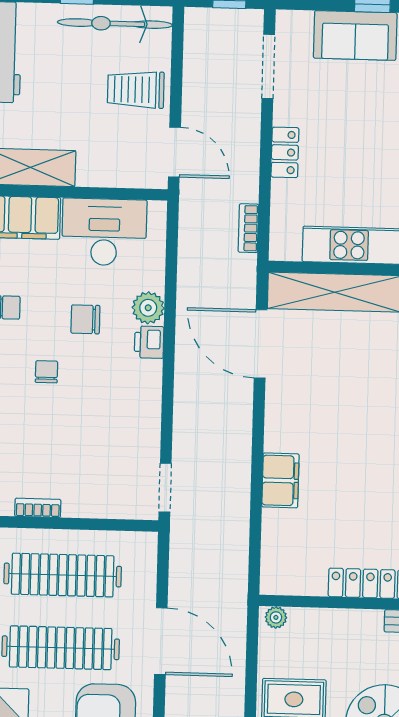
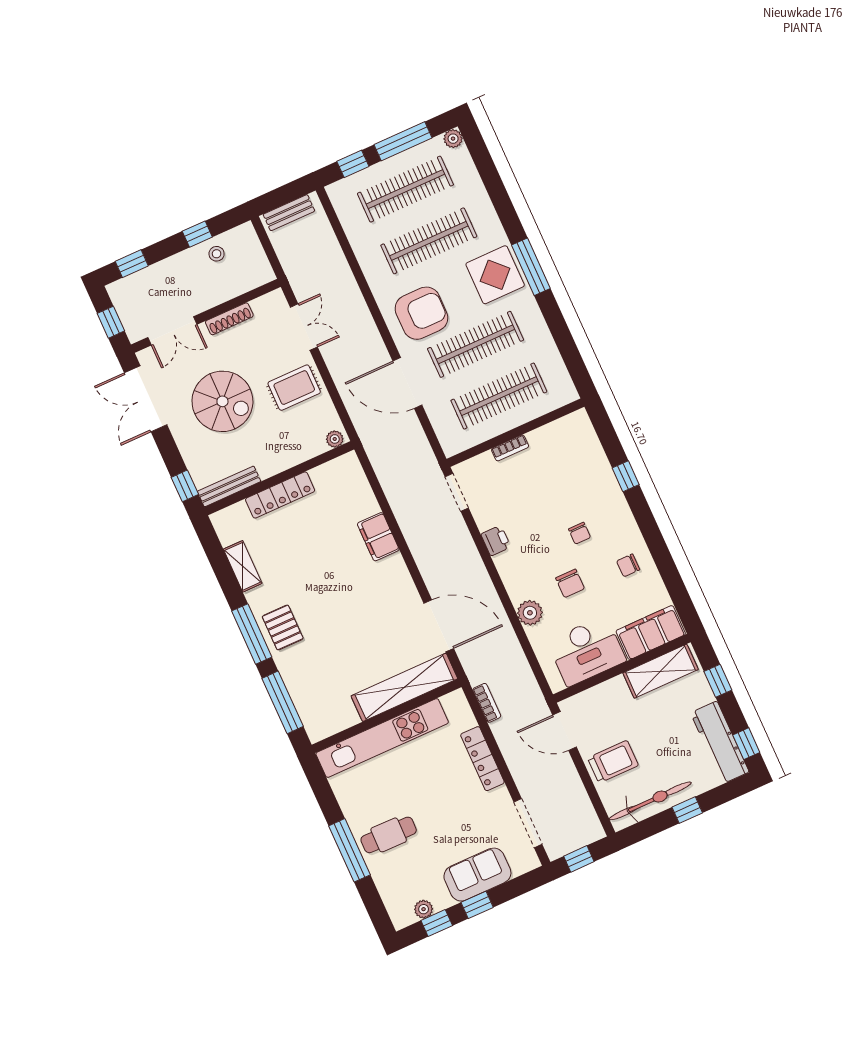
locker: (285, 152) -> (482, 759), width x1.53
chair: (85, 319) -> (570, 583), turned 90
printer: (149, 342) -> (496, 541), moved
bookcase: (38, 508) -> (510, 448), moved

